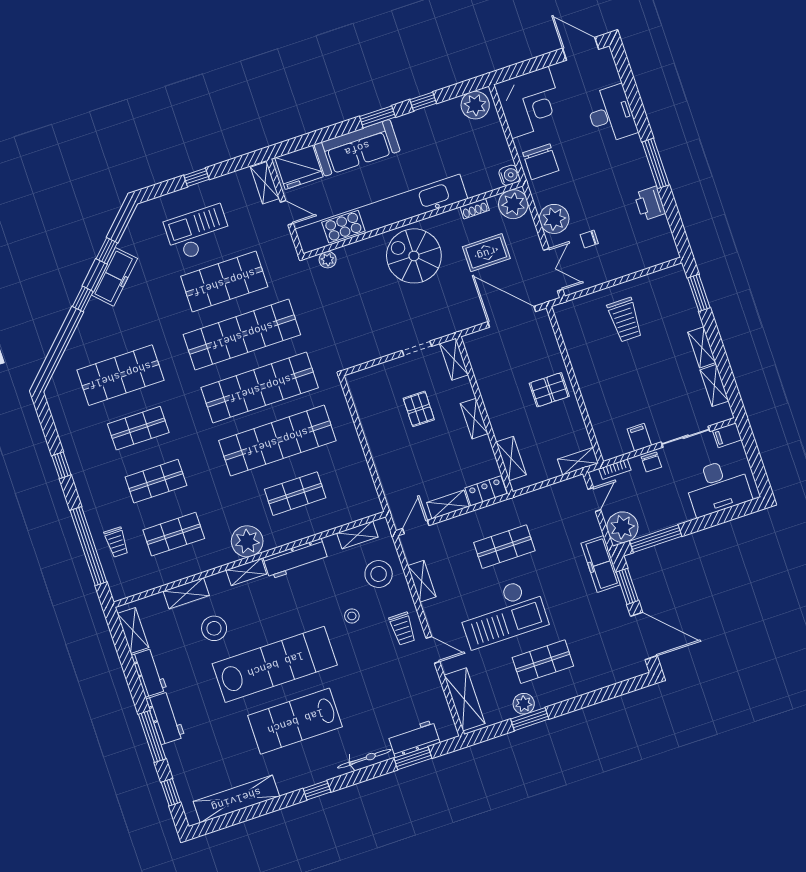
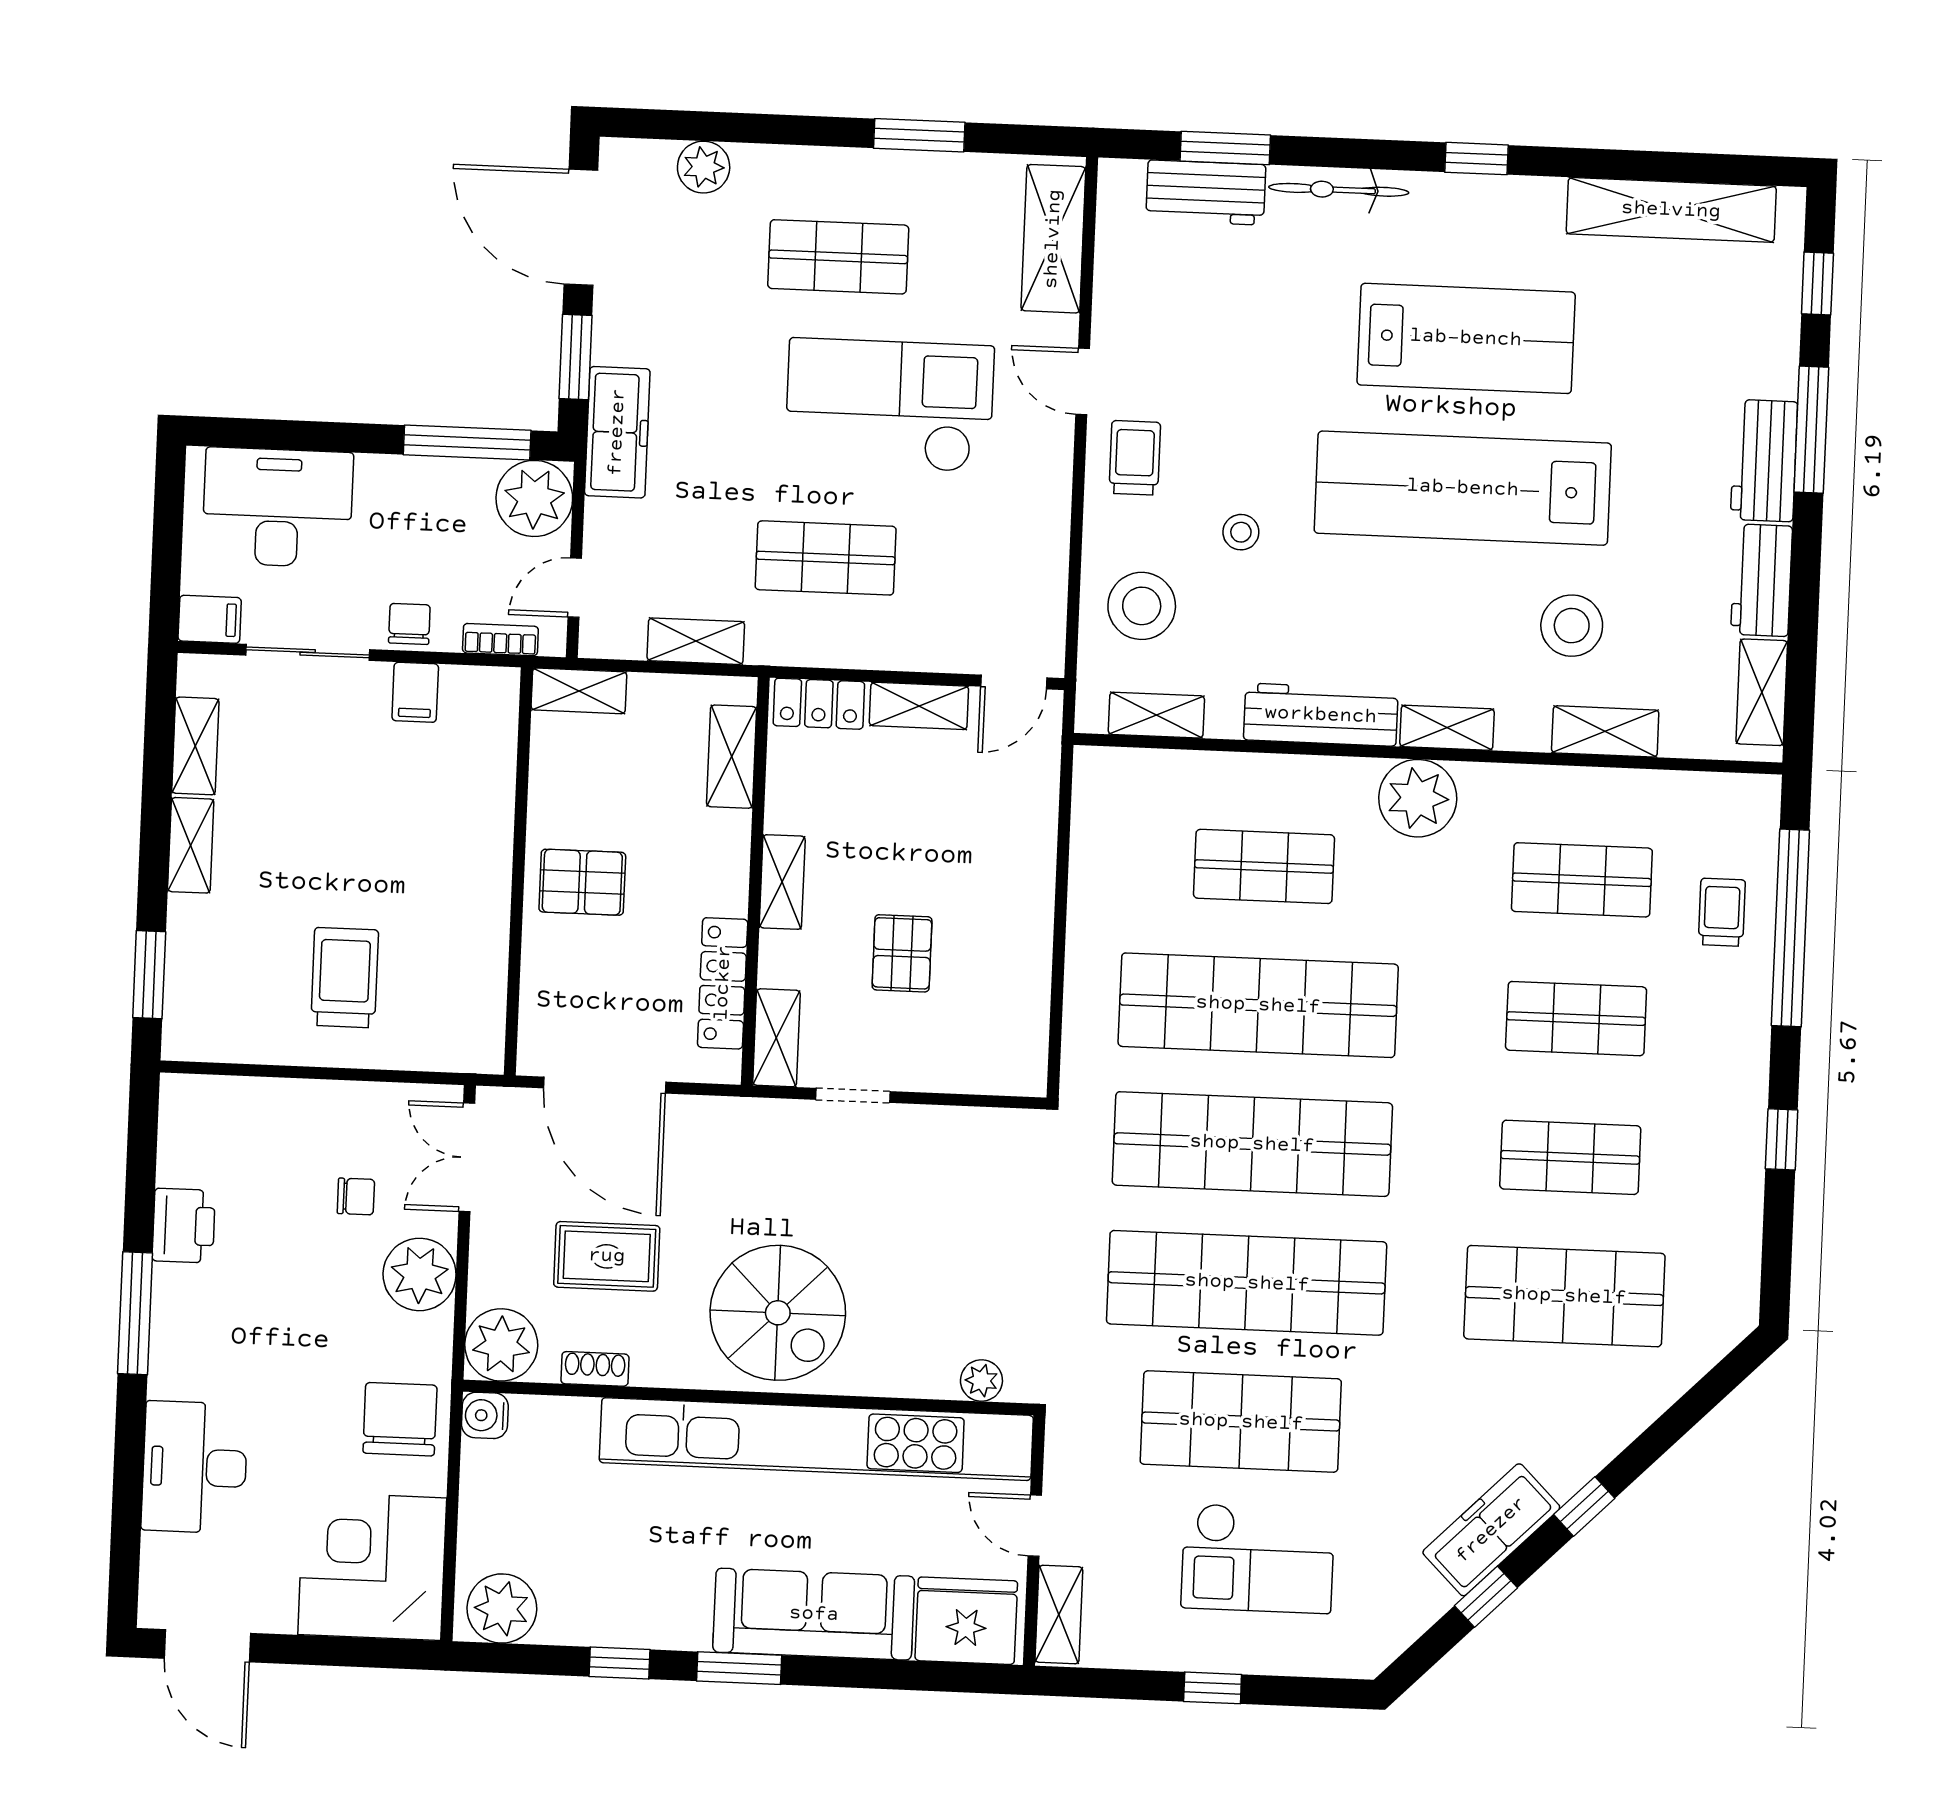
locker: (482, 372) -> (723, 983), added
shelving: (422, 581) -> (696, 641), moved, turned 90
plant: (524, 704) -> (704, 167), moved

